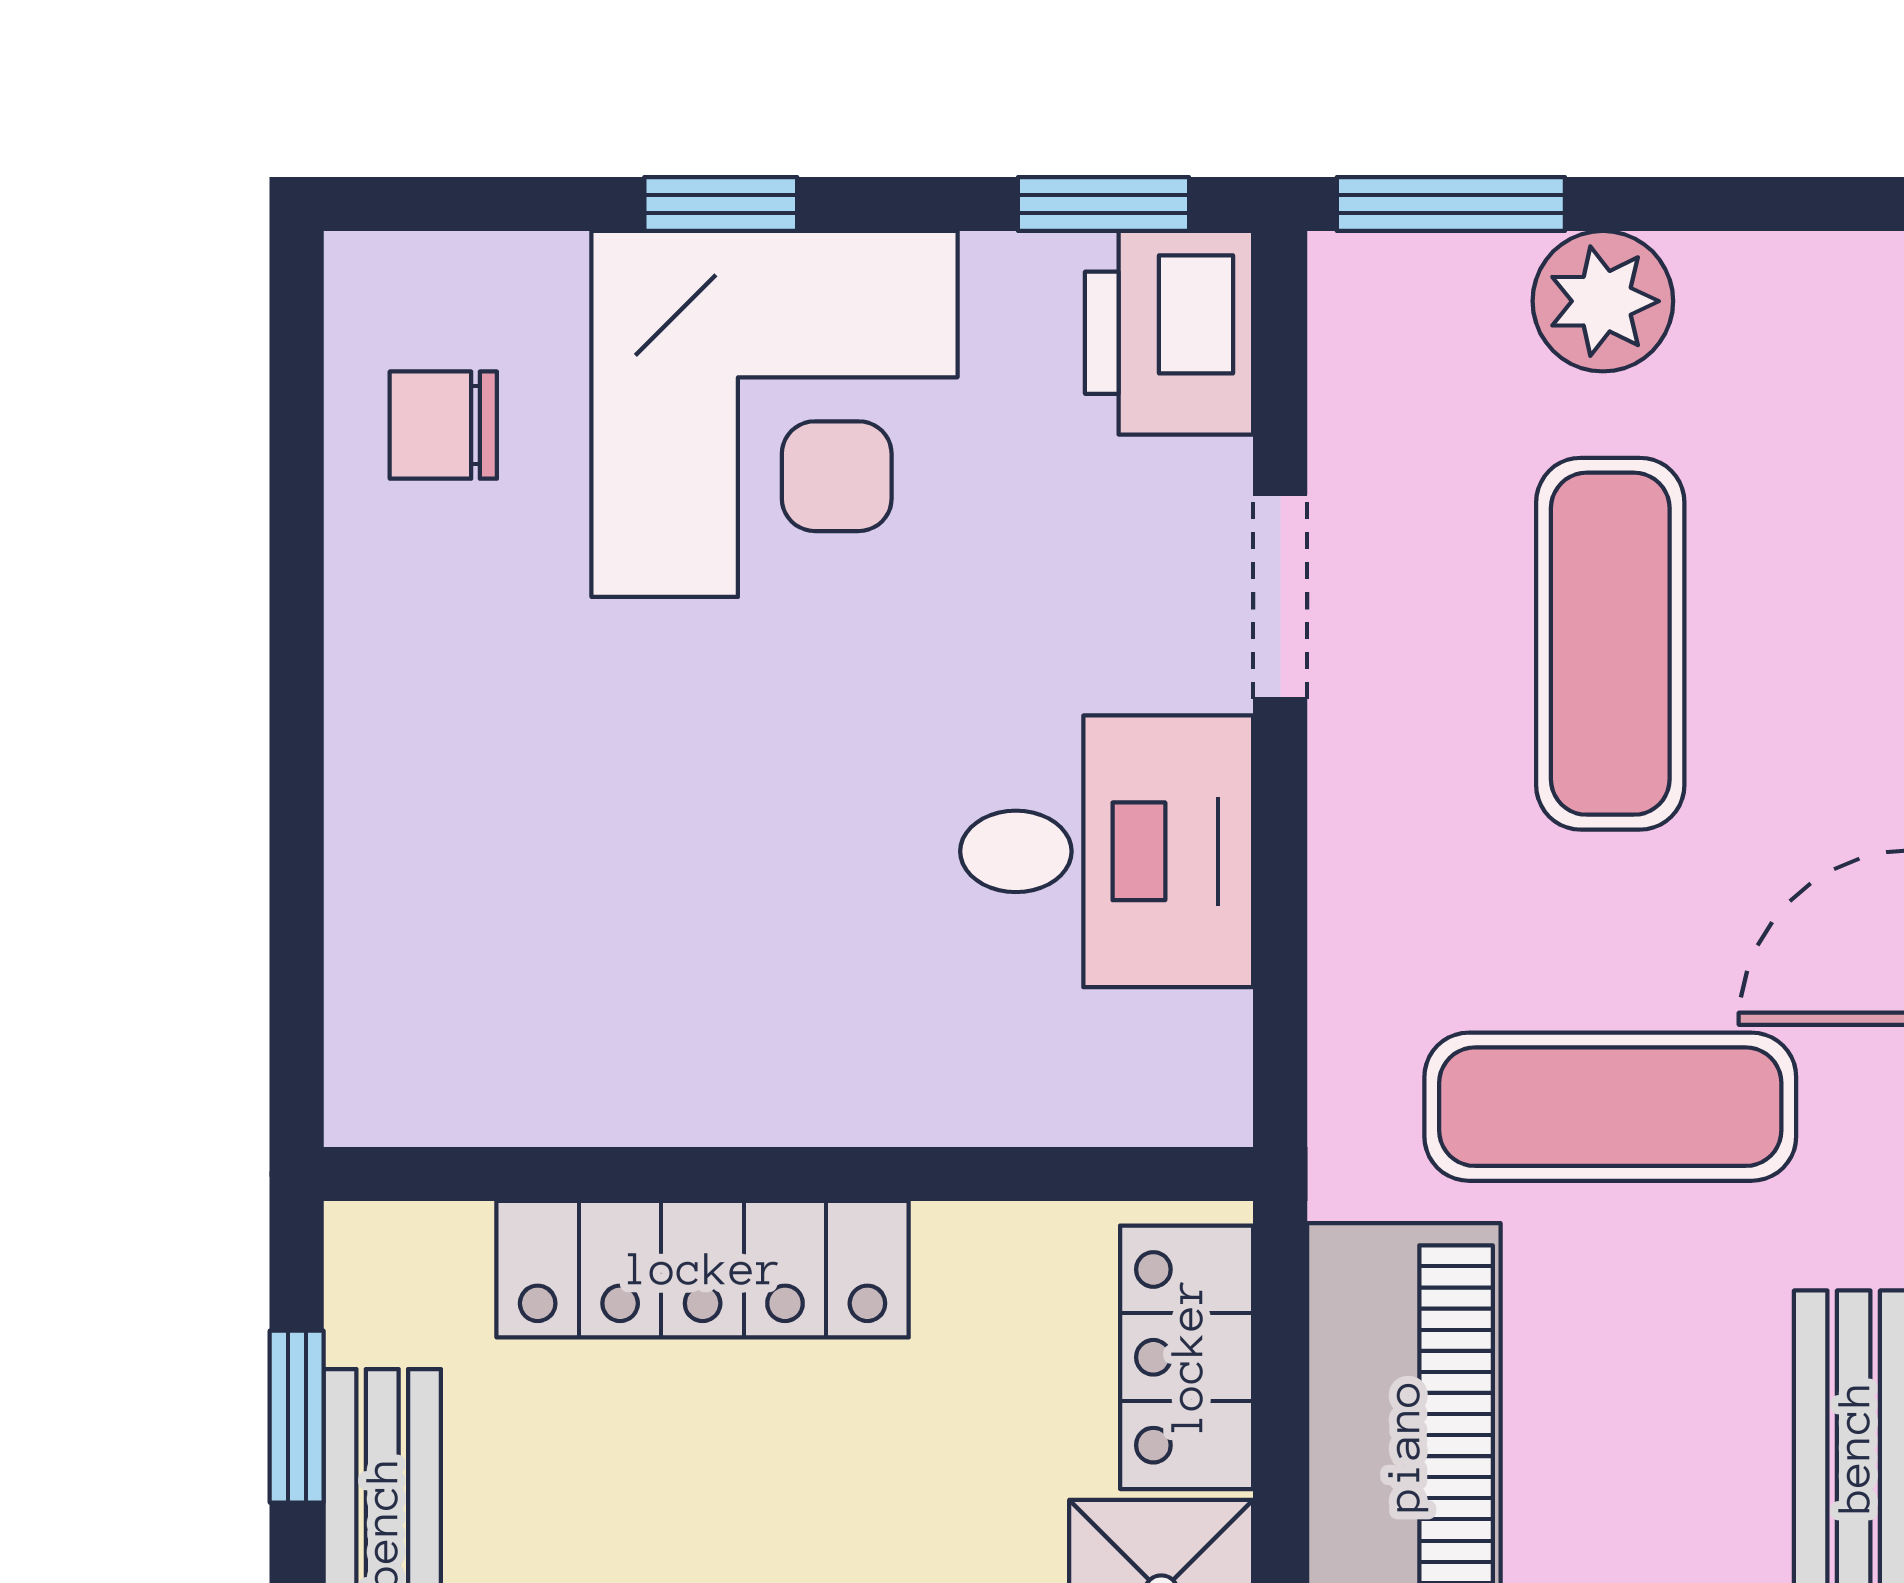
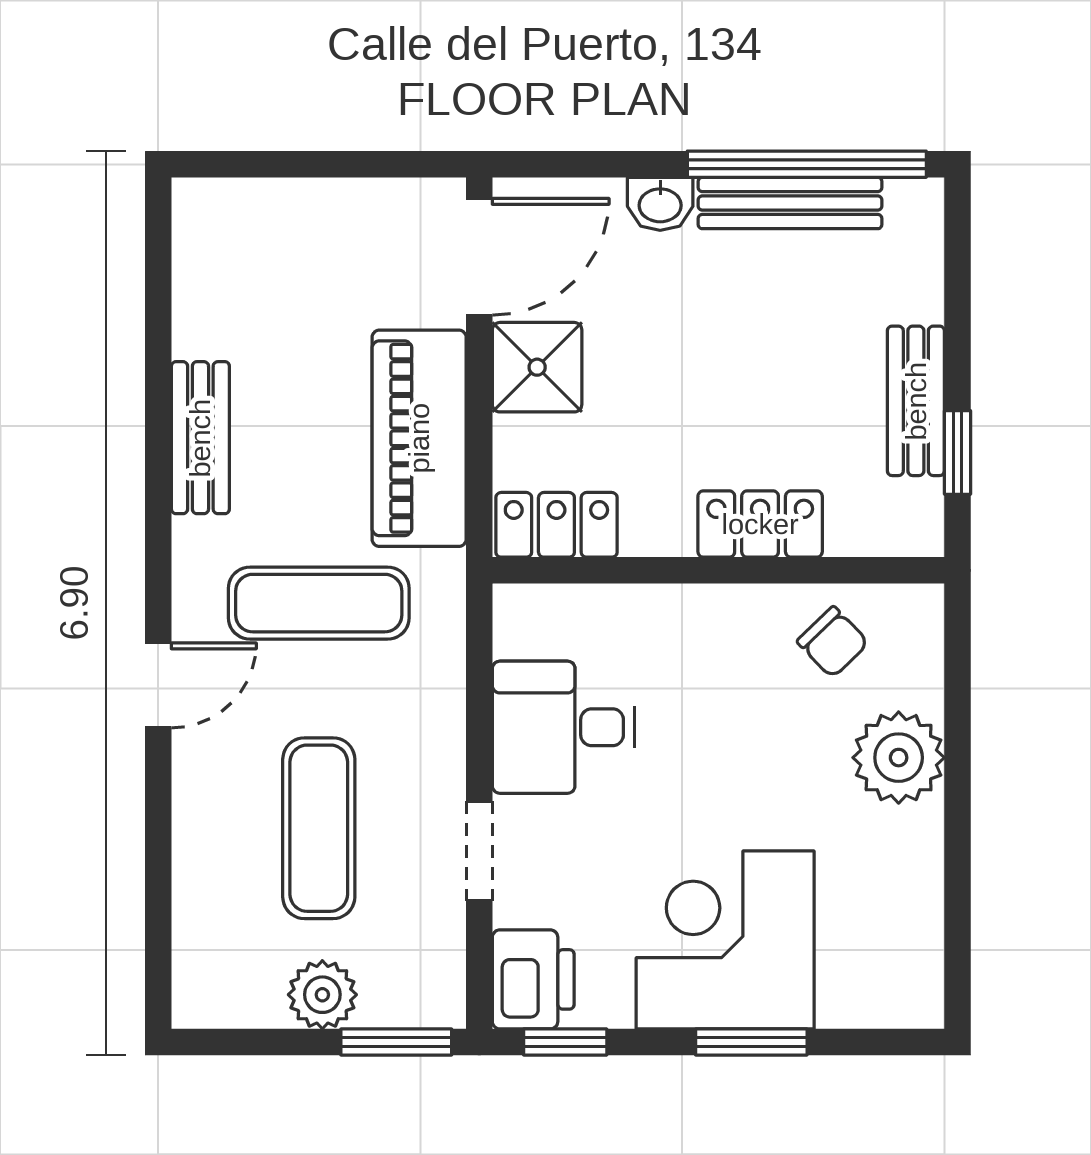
window: (721, 204) -> (751, 1042), width x1.50
chair: (443, 425) -> (833, 642), moved, turned 46
plant: (418, 789) -> (899, 758), added
locker: (703, 1269) -> (760, 524), width x0.66
locker: (1187, 1357) -> (556, 525), moved, turned -90

